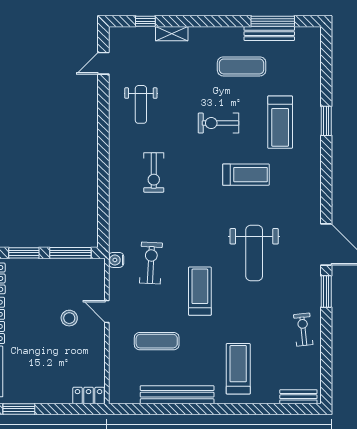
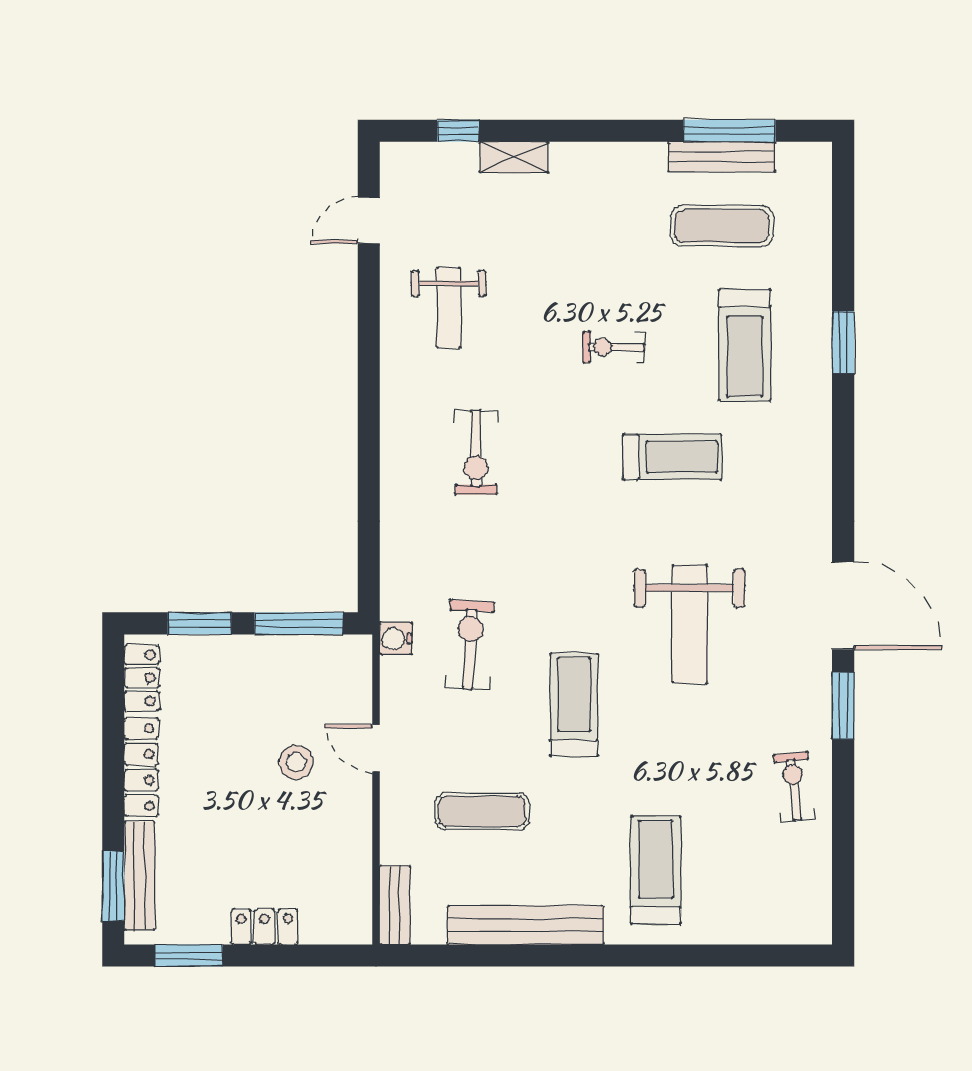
exercise mat: (242, 66) -> (722, 226), moved
exercise bike: (218, 123) -> (614, 347), width x0.73, depth x0.72
locker: (89, 395) -> (264, 927), moved
bench: (298, 397) -> (395, 905), moved, turned 90

